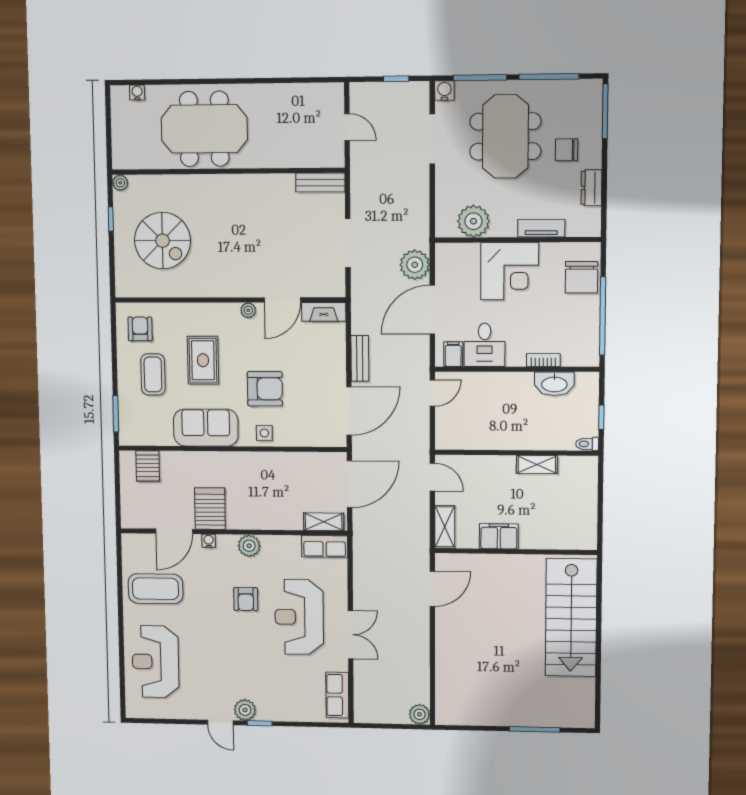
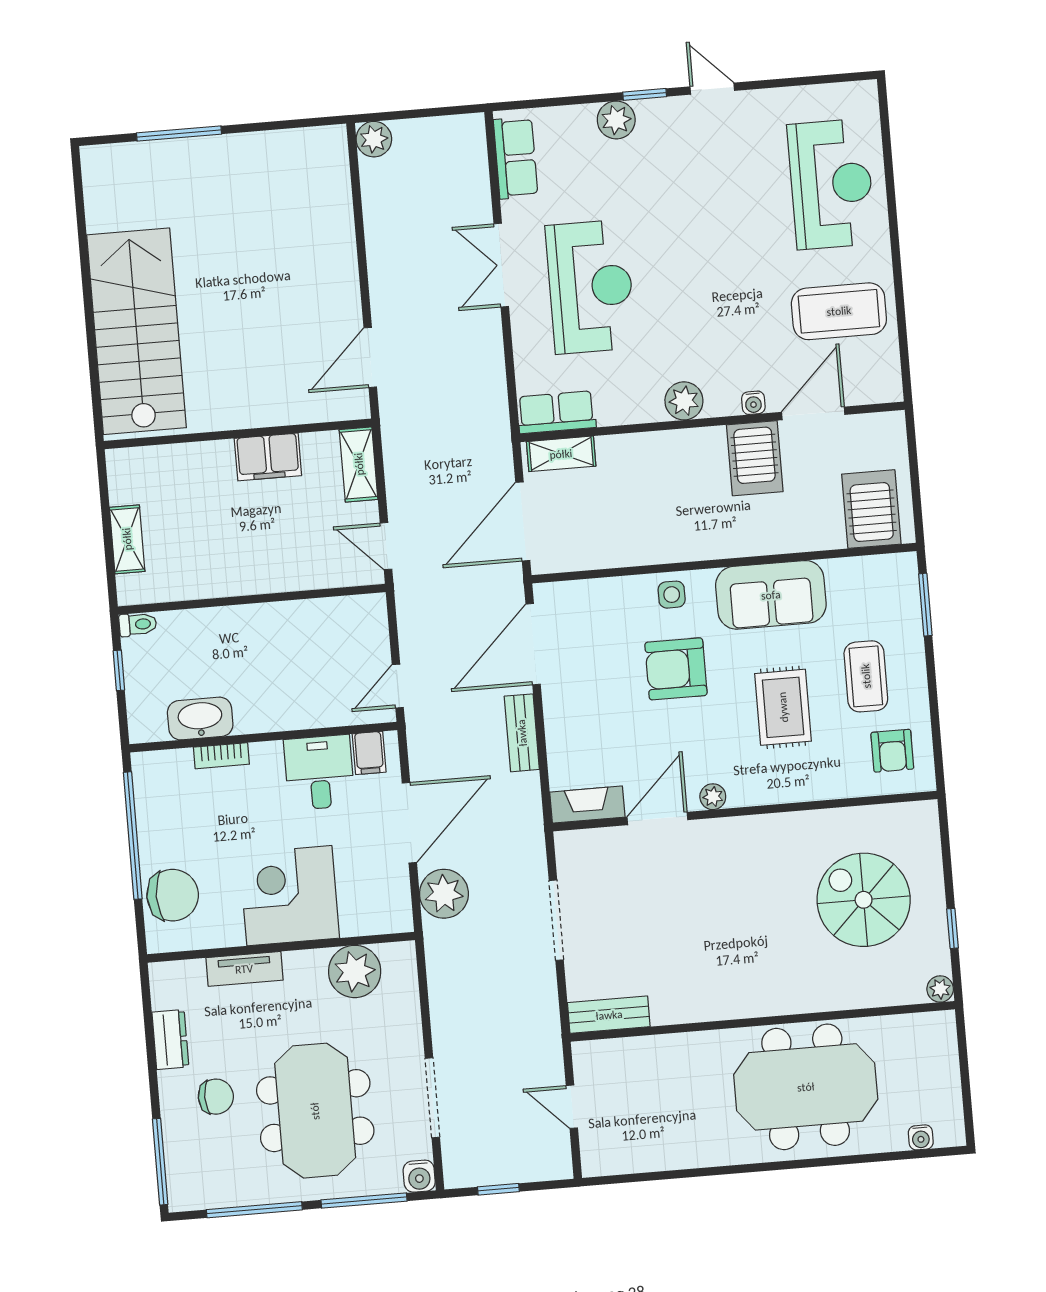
chair: (581, 277) -> (173, 895), turned 90
shelving: (537, 464) -> (127, 539), moved, turned 90
server rack: (148, 466) -> (871, 509), width x1.36, depth x1.44
armchair: (246, 599) -> (683, 309), removed
plant: (245, 710) -> (616, 120), moved

